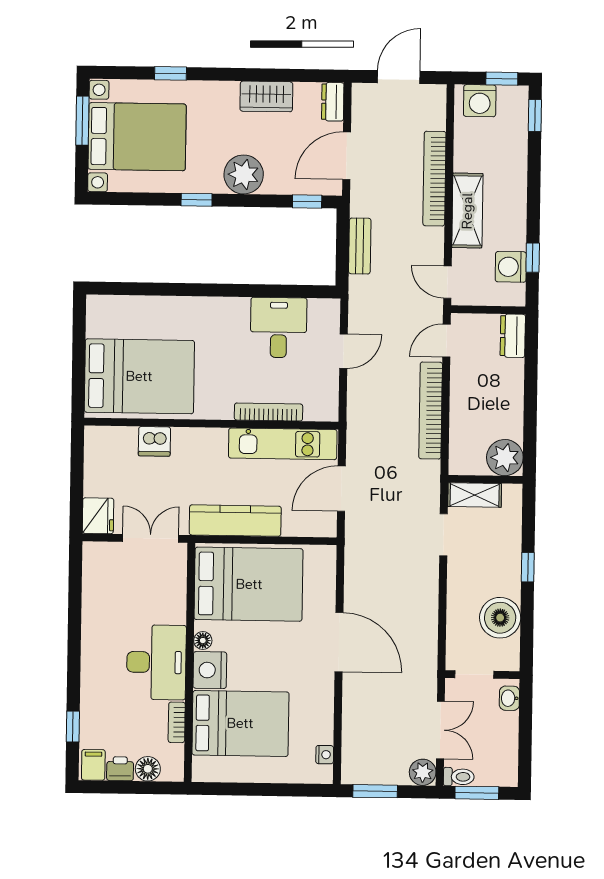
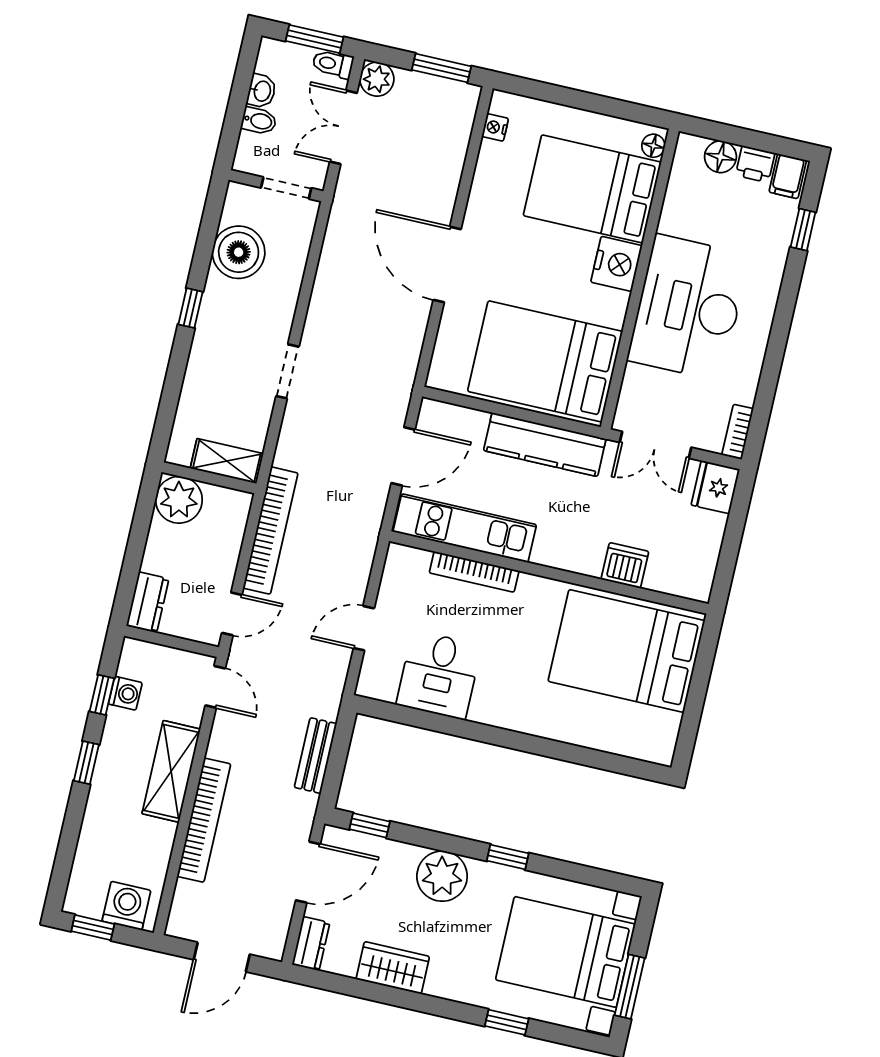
window: (535, 115) -> (86, 763), moved
washing machine: (511, 267) -> (125, 693), width x0.73, depth x0.73
plant: (505, 458) -> (179, 500), moved
wall: (485, 479) -> (209, 478), moved
shelving: (475, 495) -> (227, 461), moved
floor lamp: (203, 641) -> (653, 146), moved
desk: (156, 662) -> (688, 308), width x1.36, depth x1.30
washbasin: (509, 698) -> (262, 91), moved
bidet: (506, 721) -> (259, 121), added
bookcase: (177, 722) -> (738, 432), moved, turned 180

